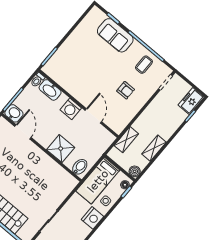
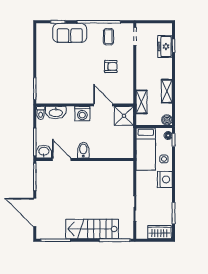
freezer: (191, 101) -> (165, 46), moved
shower: (61, 149) -> (124, 116), moved
bidet: (80, 167) -> (83, 150), moved

